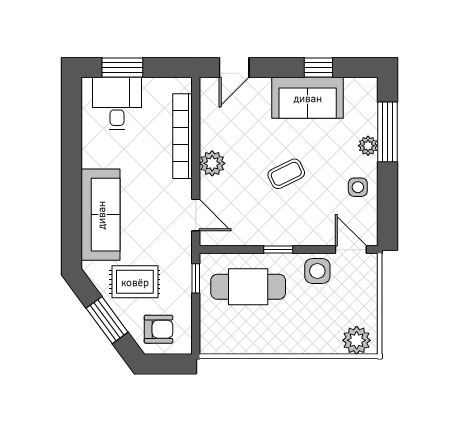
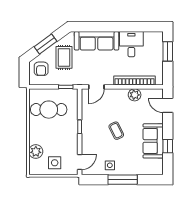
desk: (117, 103) -> (131, 44), moved, turned -90
window: (387, 132) -> (123, 180), moved
plant: (368, 146) -> (130, 170), removed
plant: (212, 163) -> (135, 95), moved
side table: (317, 271) -> (55, 163), moved
cafe table: (248, 287) -> (49, 110), moved, turned 90
plant: (357, 340) -> (36, 151), moved

